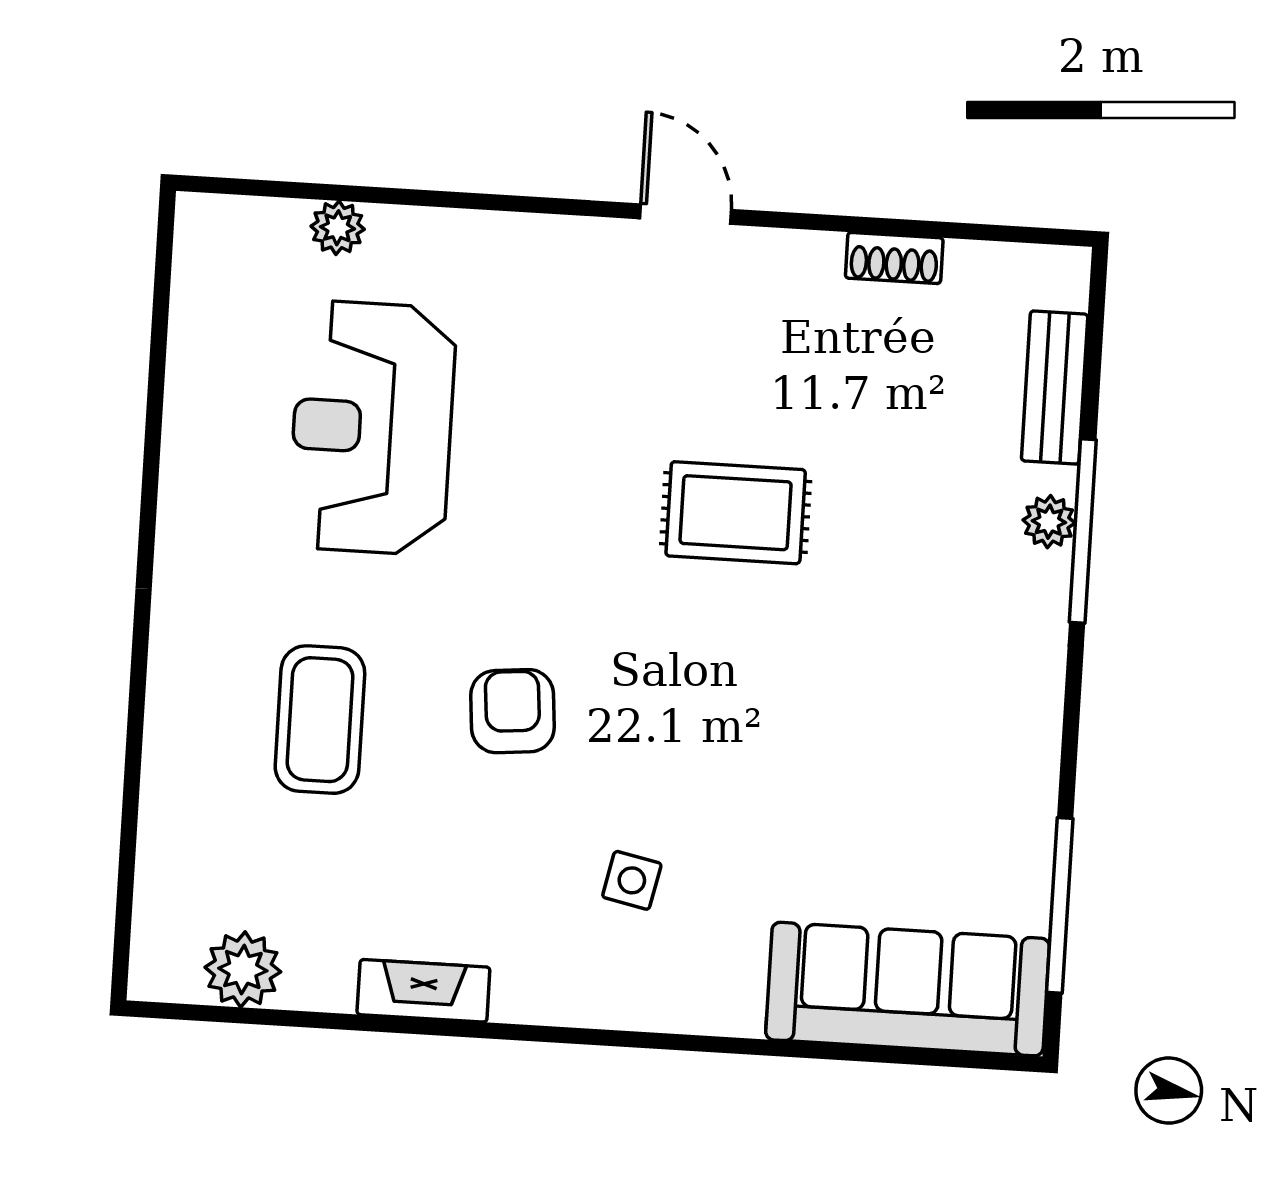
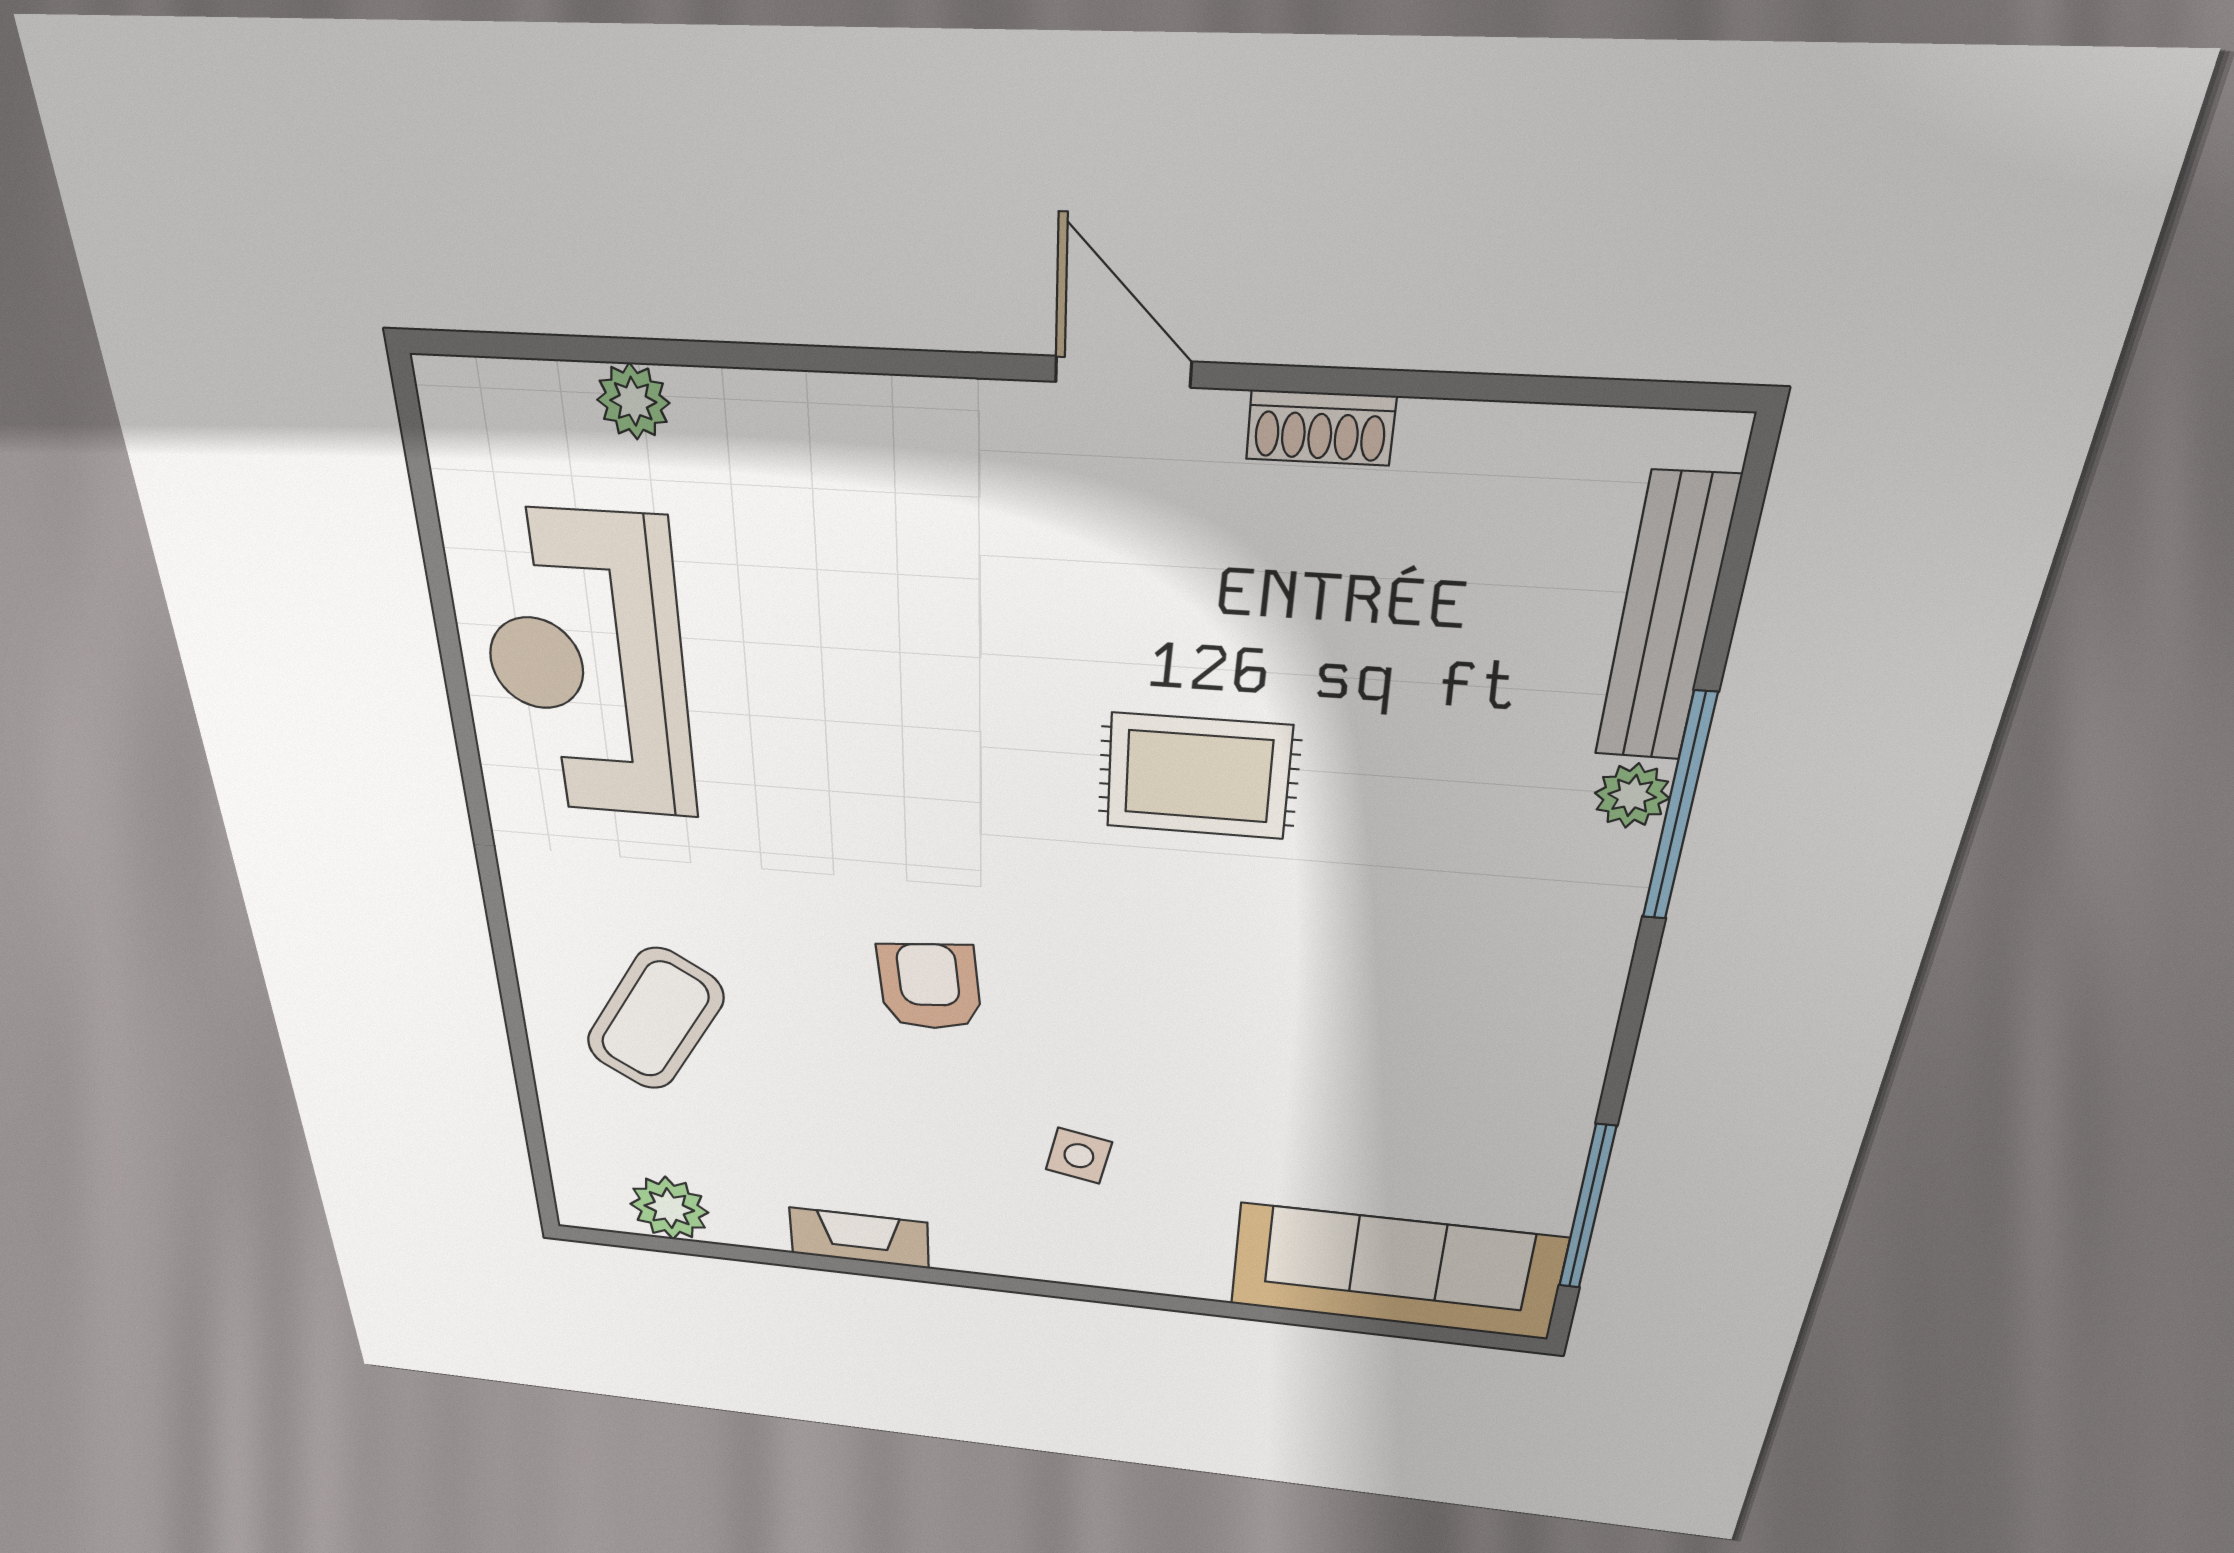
shoe rack: (894, 258) -> (1321, 428), moved
bench: (1055, 388) -> (1666, 620), width x1.36
reception desk: (372, 428) -> (587, 666), moved
coffee table: (320, 720) -> (655, 1019), moved, turned 32

